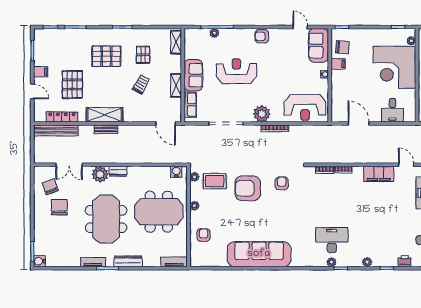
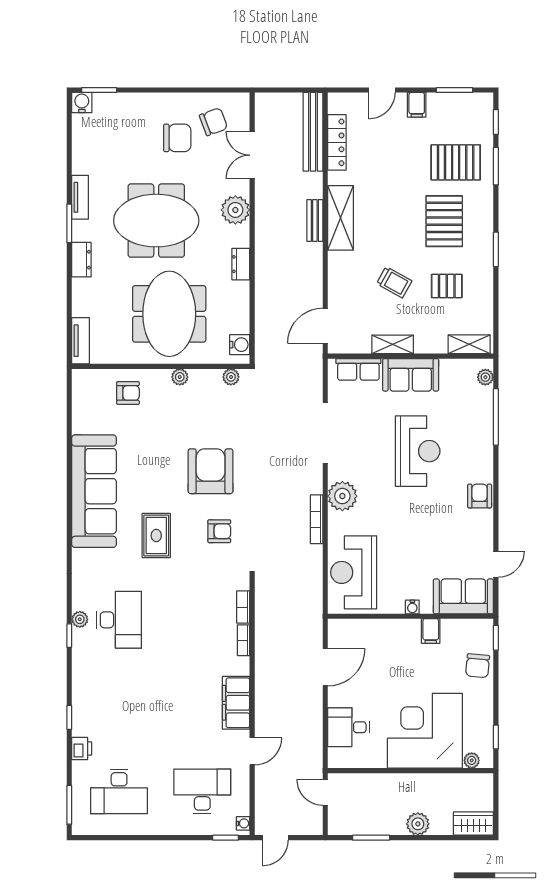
plant: (214, 33) -> (485, 377), moved
chair: (342, 47) -> (478, 666), moved
pallet: (72, 85) -> (456, 162), moved
dresser: (118, 171) -> (241, 264), moved
rug: (215, 181) -> (156, 535), moved
dresser: (128, 261) -> (81, 260), width x0.70
plant: (367, 262) -> (80, 682), removed

